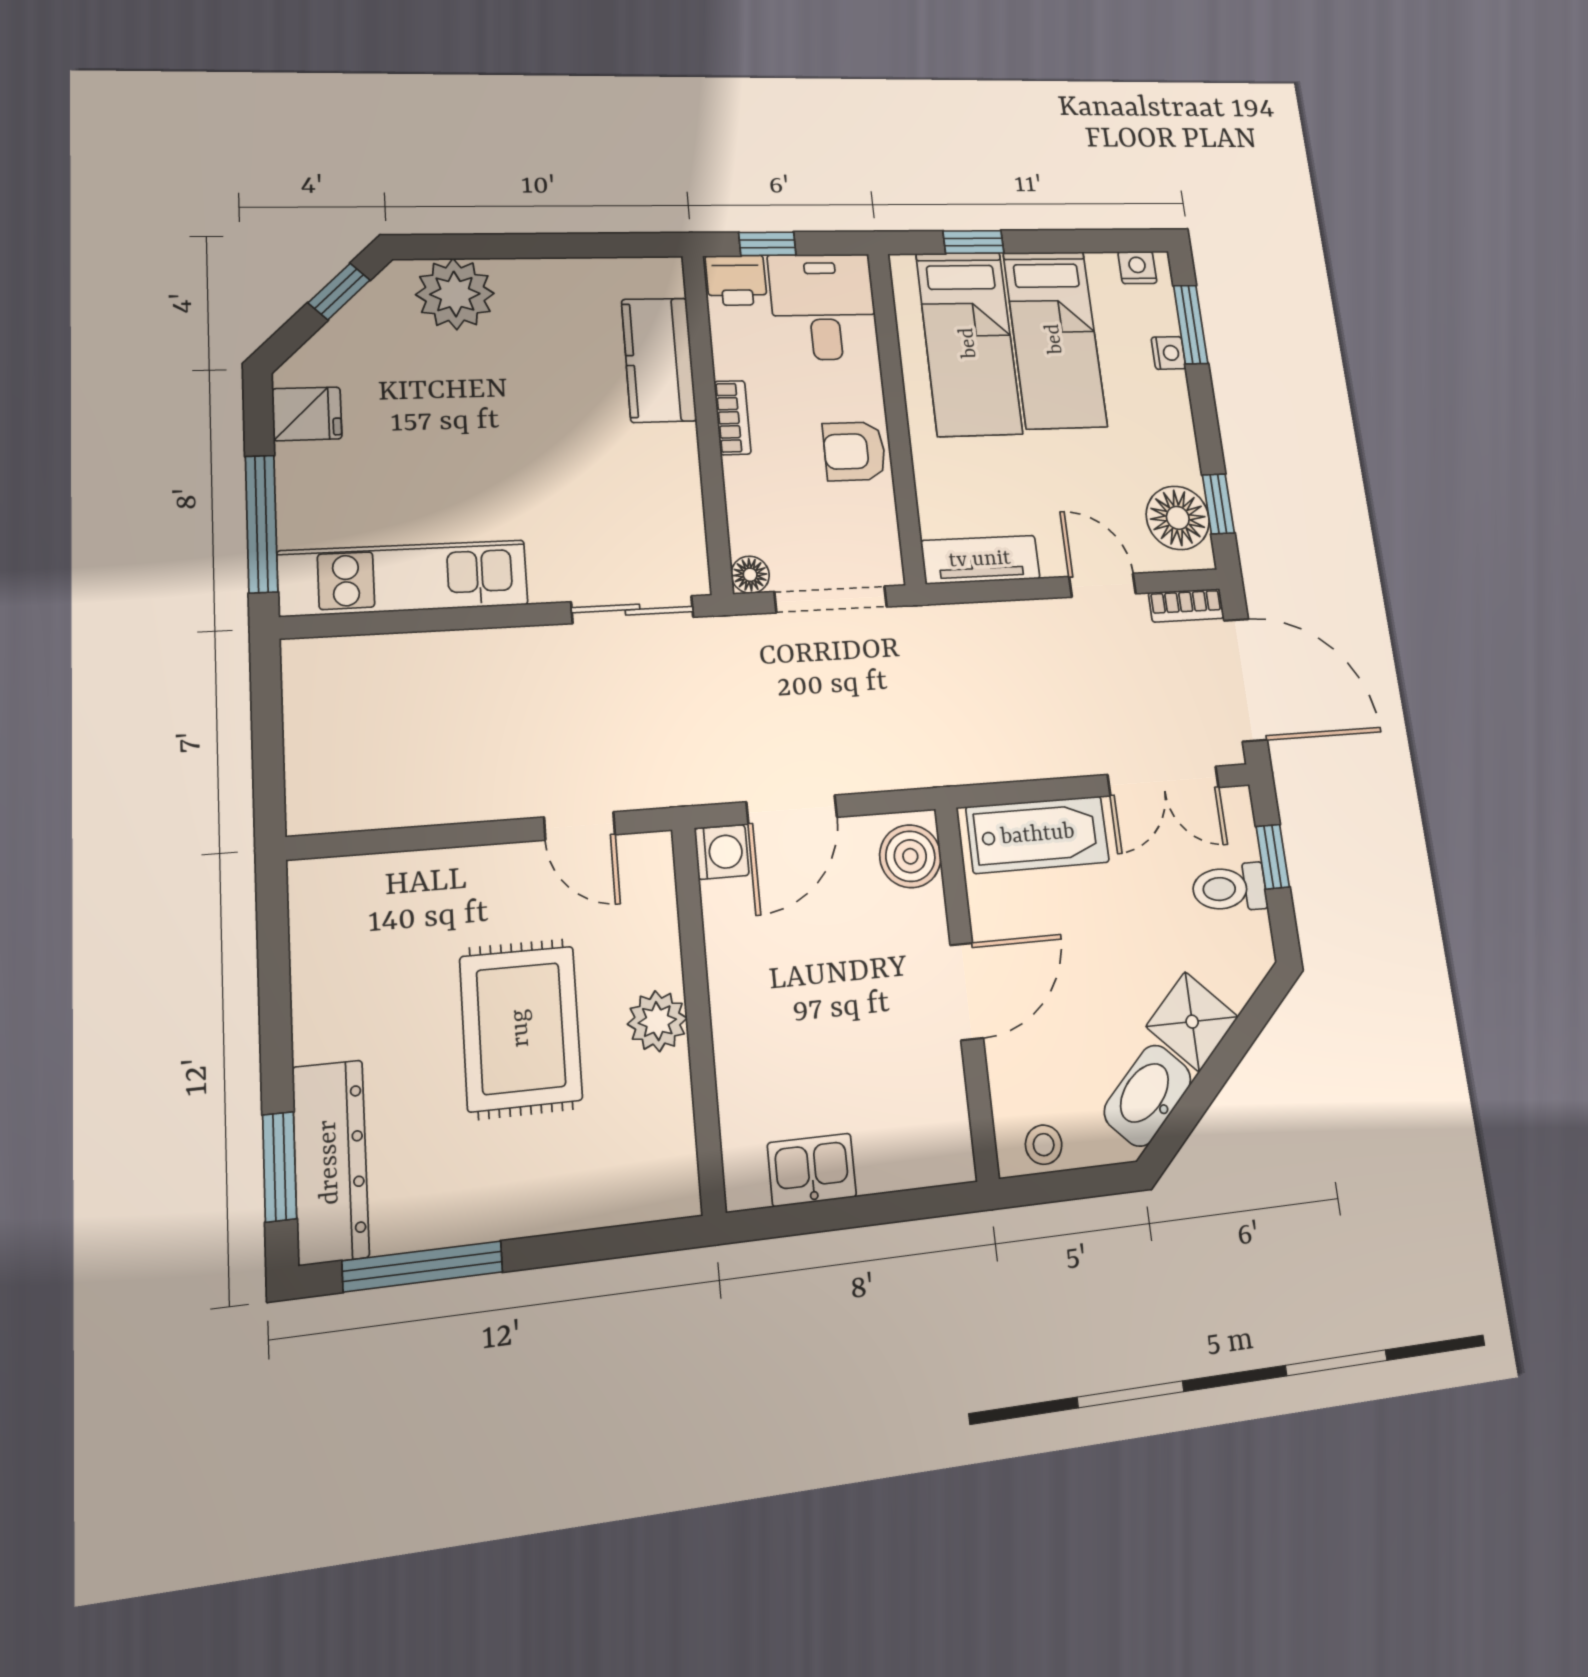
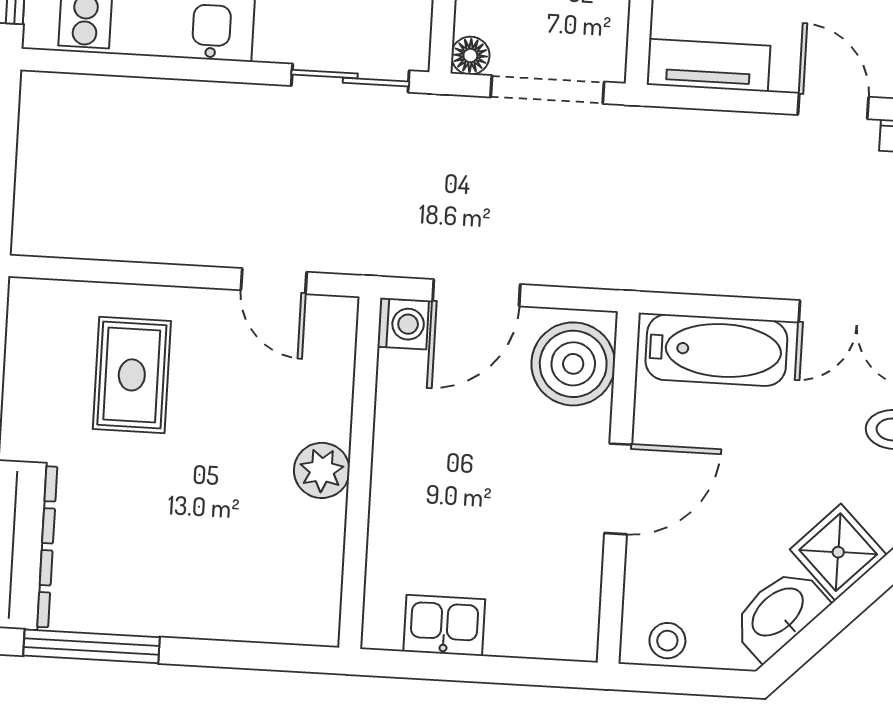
boiler: (910, 856) -> (573, 364), width x1.37, depth x1.37
rug: (521, 1028) -> (132, 375), moved, width x0.73, depth x0.70

